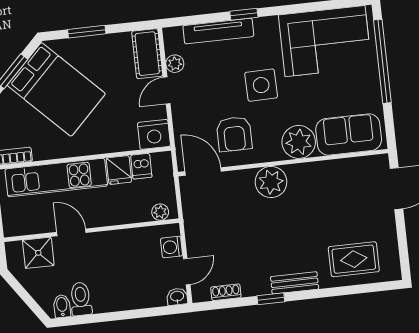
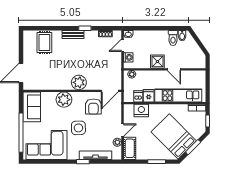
nightstand: (154, 134) -> (141, 111), moved
armchair: (234, 134) -> (93, 107), turned 180
sofa: (349, 135) -> (32, 107), moved, turned -90
door: (203, 171) -> (110, 91), hinge flipped
shower: (38, 253) -> (157, 62), moved
rug: (354, 259) -> (44, 42), turned 90

